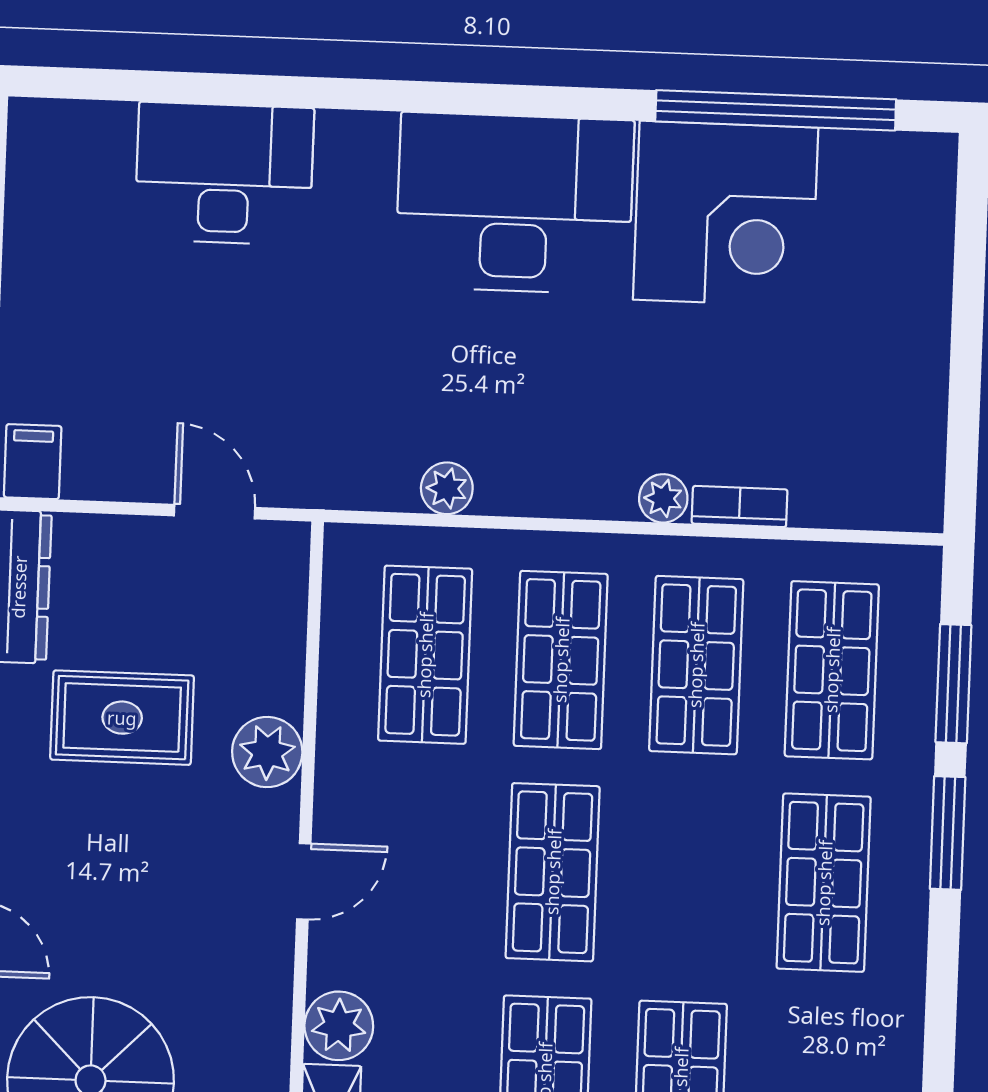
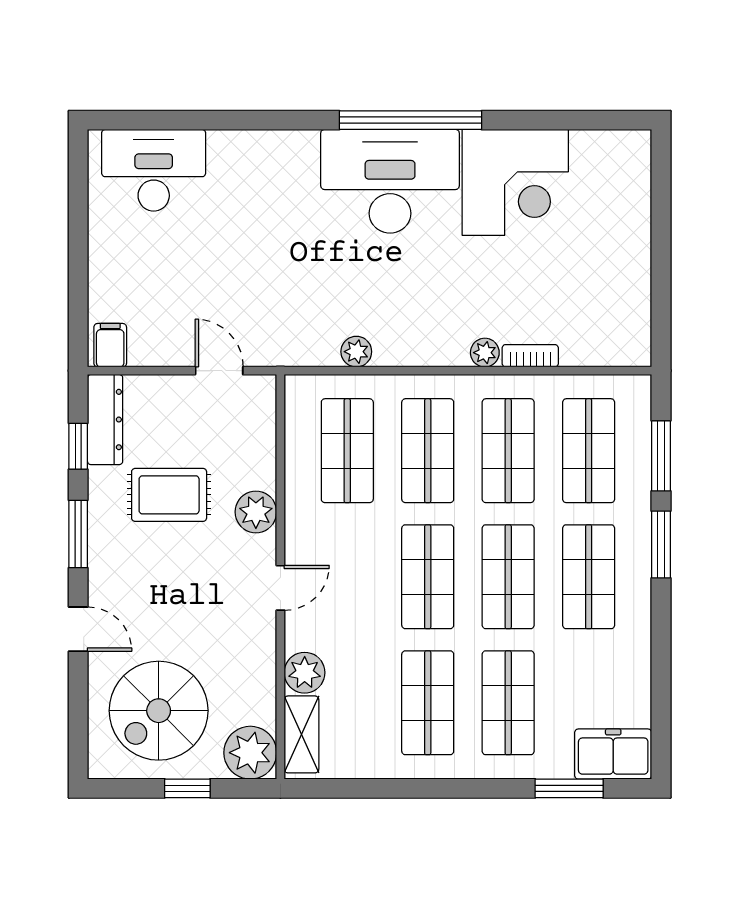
window: (776, 110) -> (411, 120), moved
desk: (224, 174) -> (154, 170), moved
shop shelf: (688, 877) -> (508, 577), added

